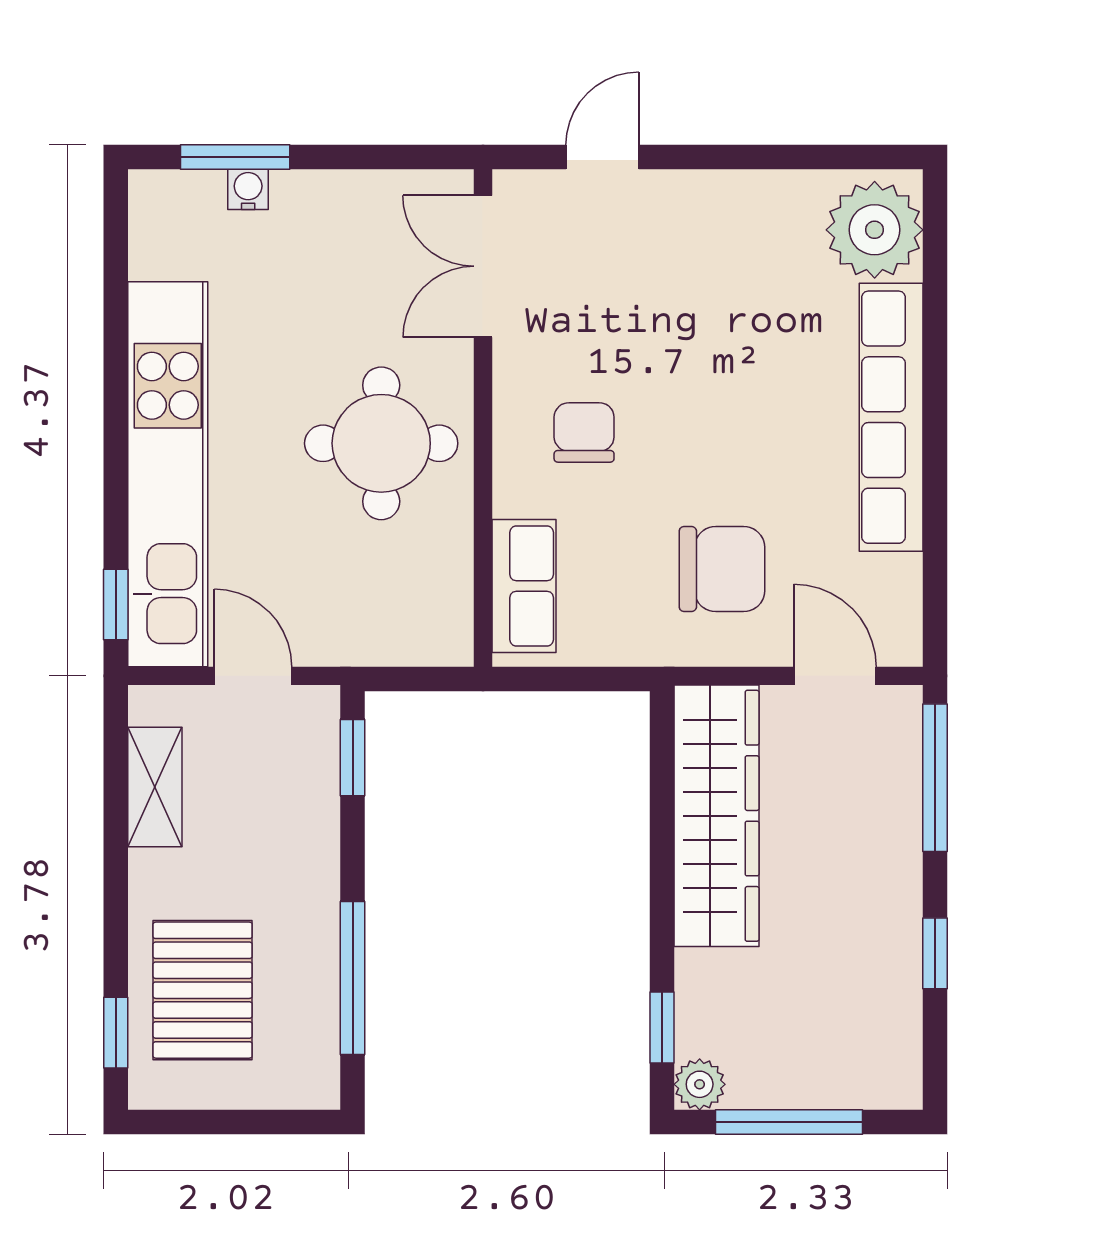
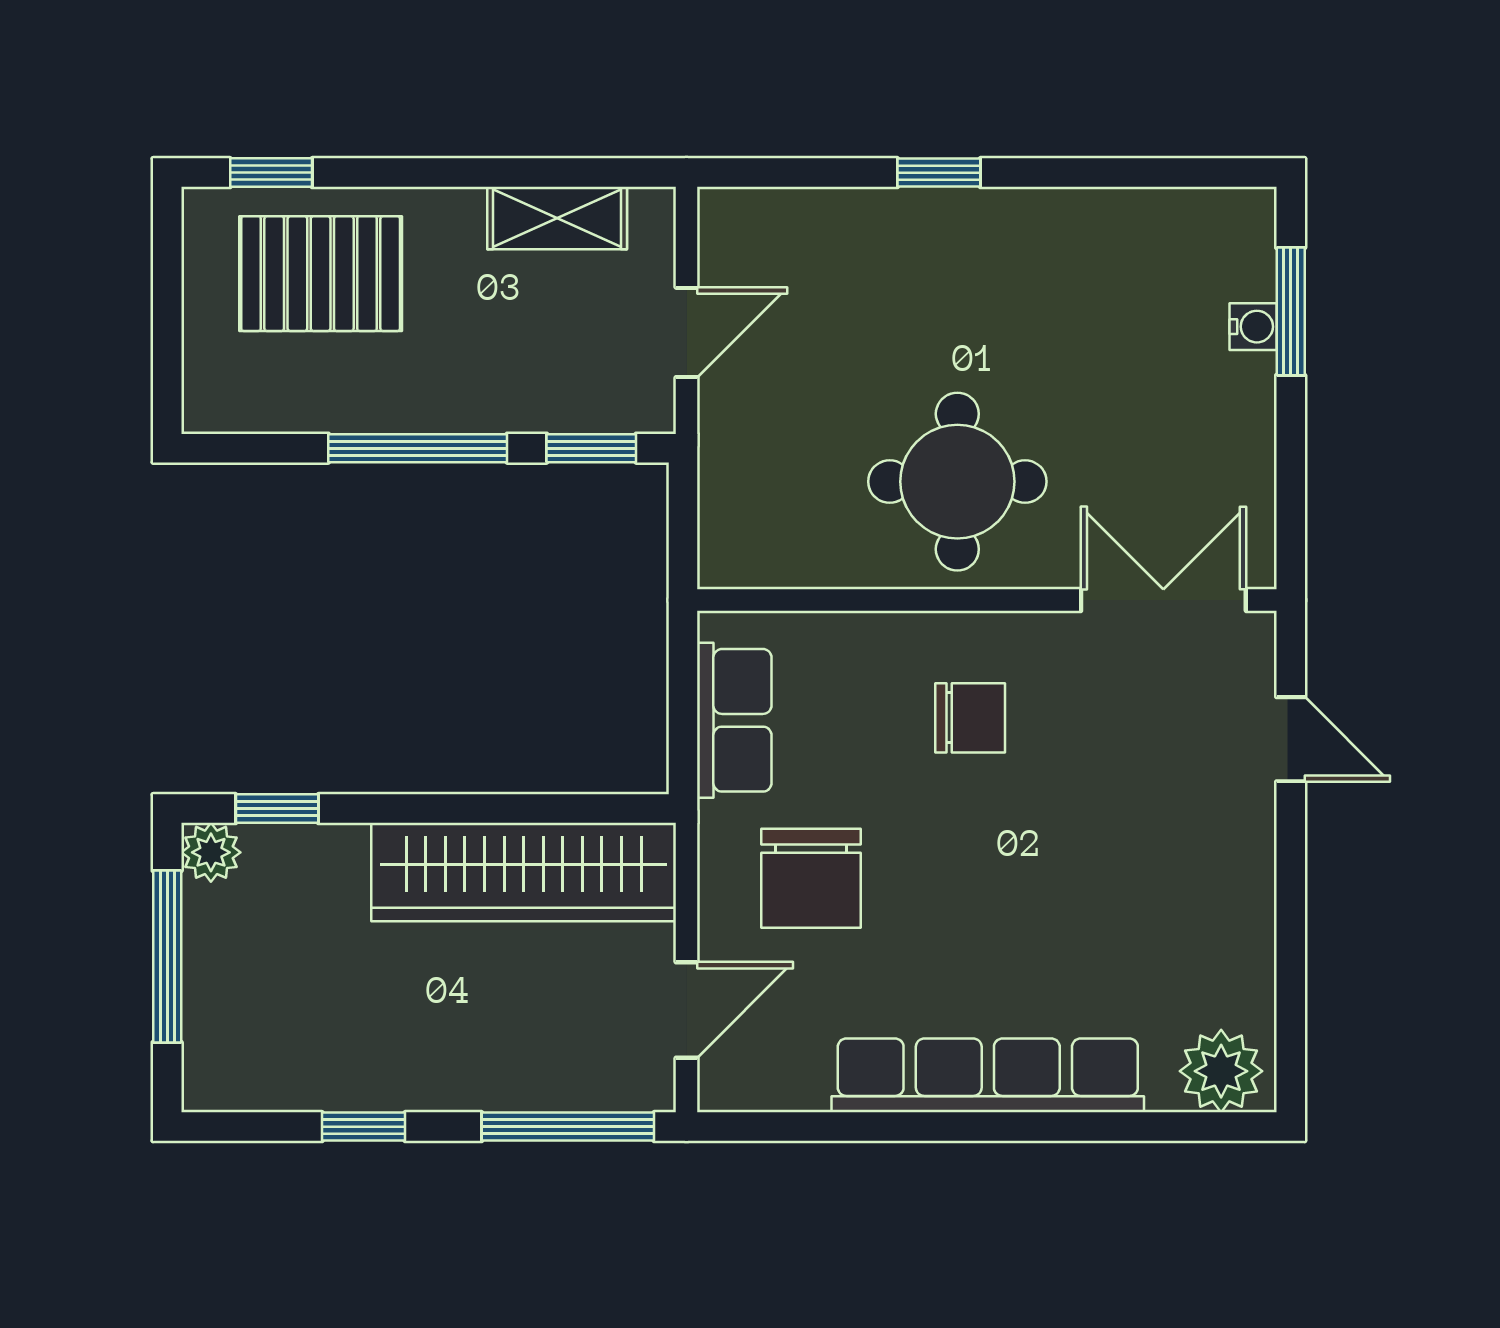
plant: (875, 230) -> (1221, 1071), width x0.73, depth x0.73
kitchen unit: (168, 474) -> (921, 233), removed
row of seats: (524, 586) -> (734, 720), moved, turned -90
window: (116, 605) -> (939, 173), moved
window: (353, 978) -> (418, 448), moved

